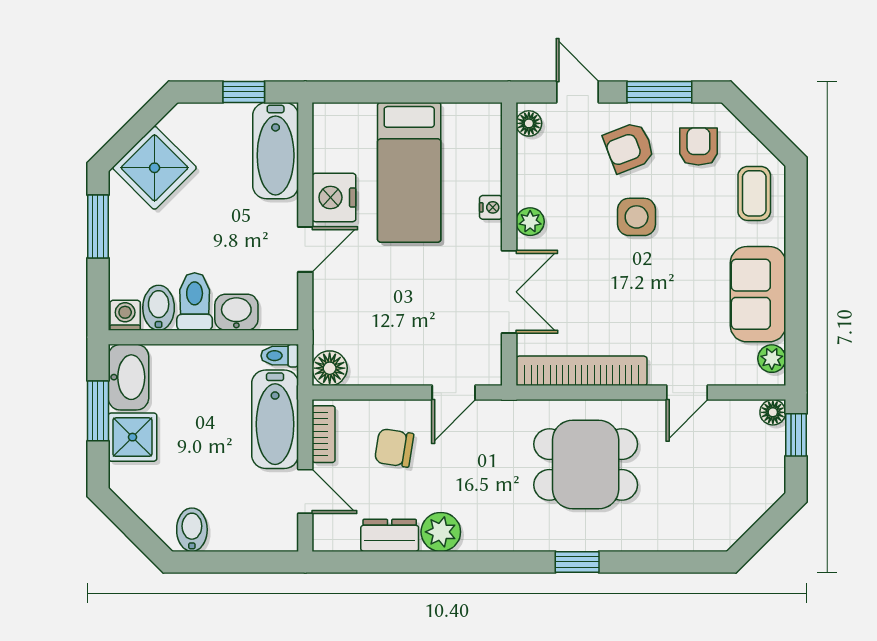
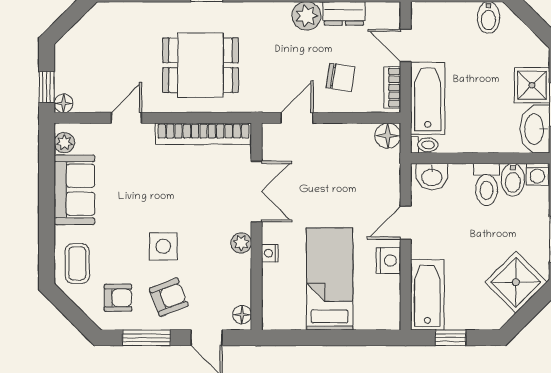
armchair: (698, 146) -> (118, 298), turned -90
nightstand: (334, 197) -> (389, 260), width x0.74, depth x0.75
double door: (509, 292) -> (256, 191), swing flipped
washbasin: (236, 312) -> (432, 177), moved

